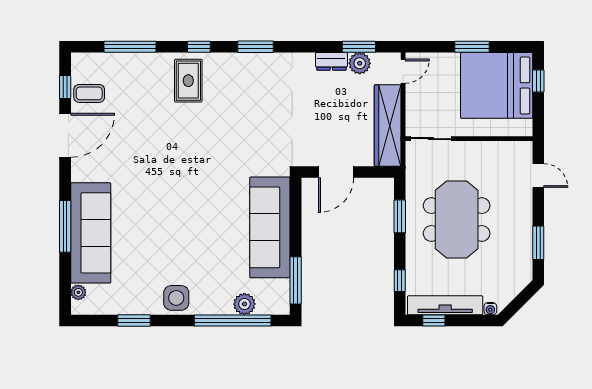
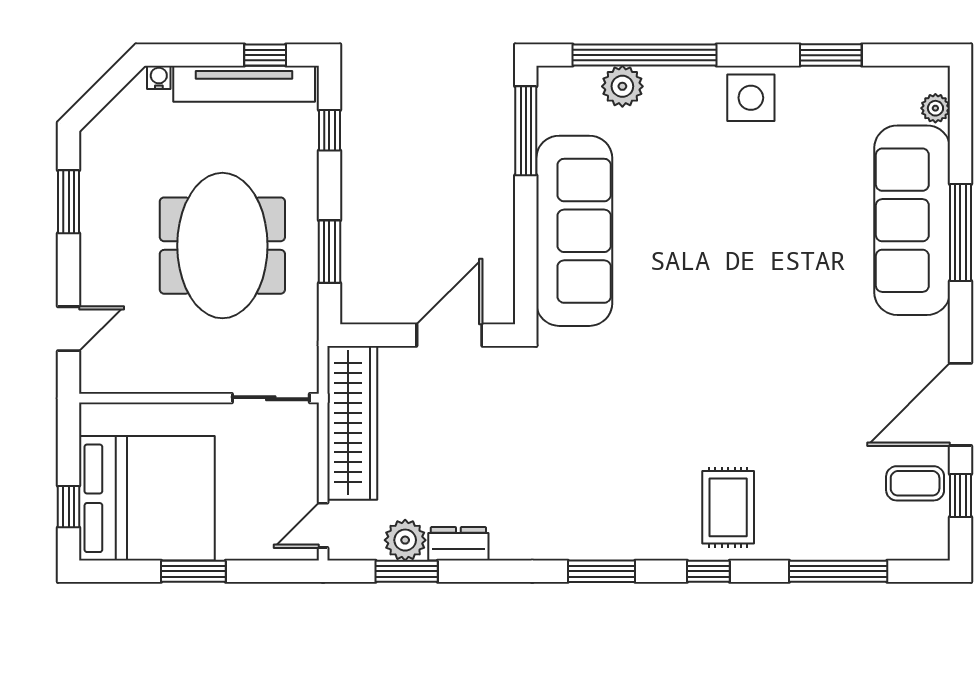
door: (538, 175) -> (69, 329), swing flipped

